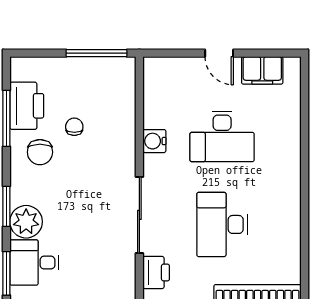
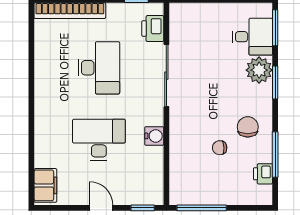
window: (169, 53) -> (143, 208), added
filing cabinet: (262, 70) -> (45, 185), moved, turned 90
printer: (27, 106) -> (263, 174), width x0.53, depth x0.68
chair: (74, 127) -> (220, 148), turned 88

